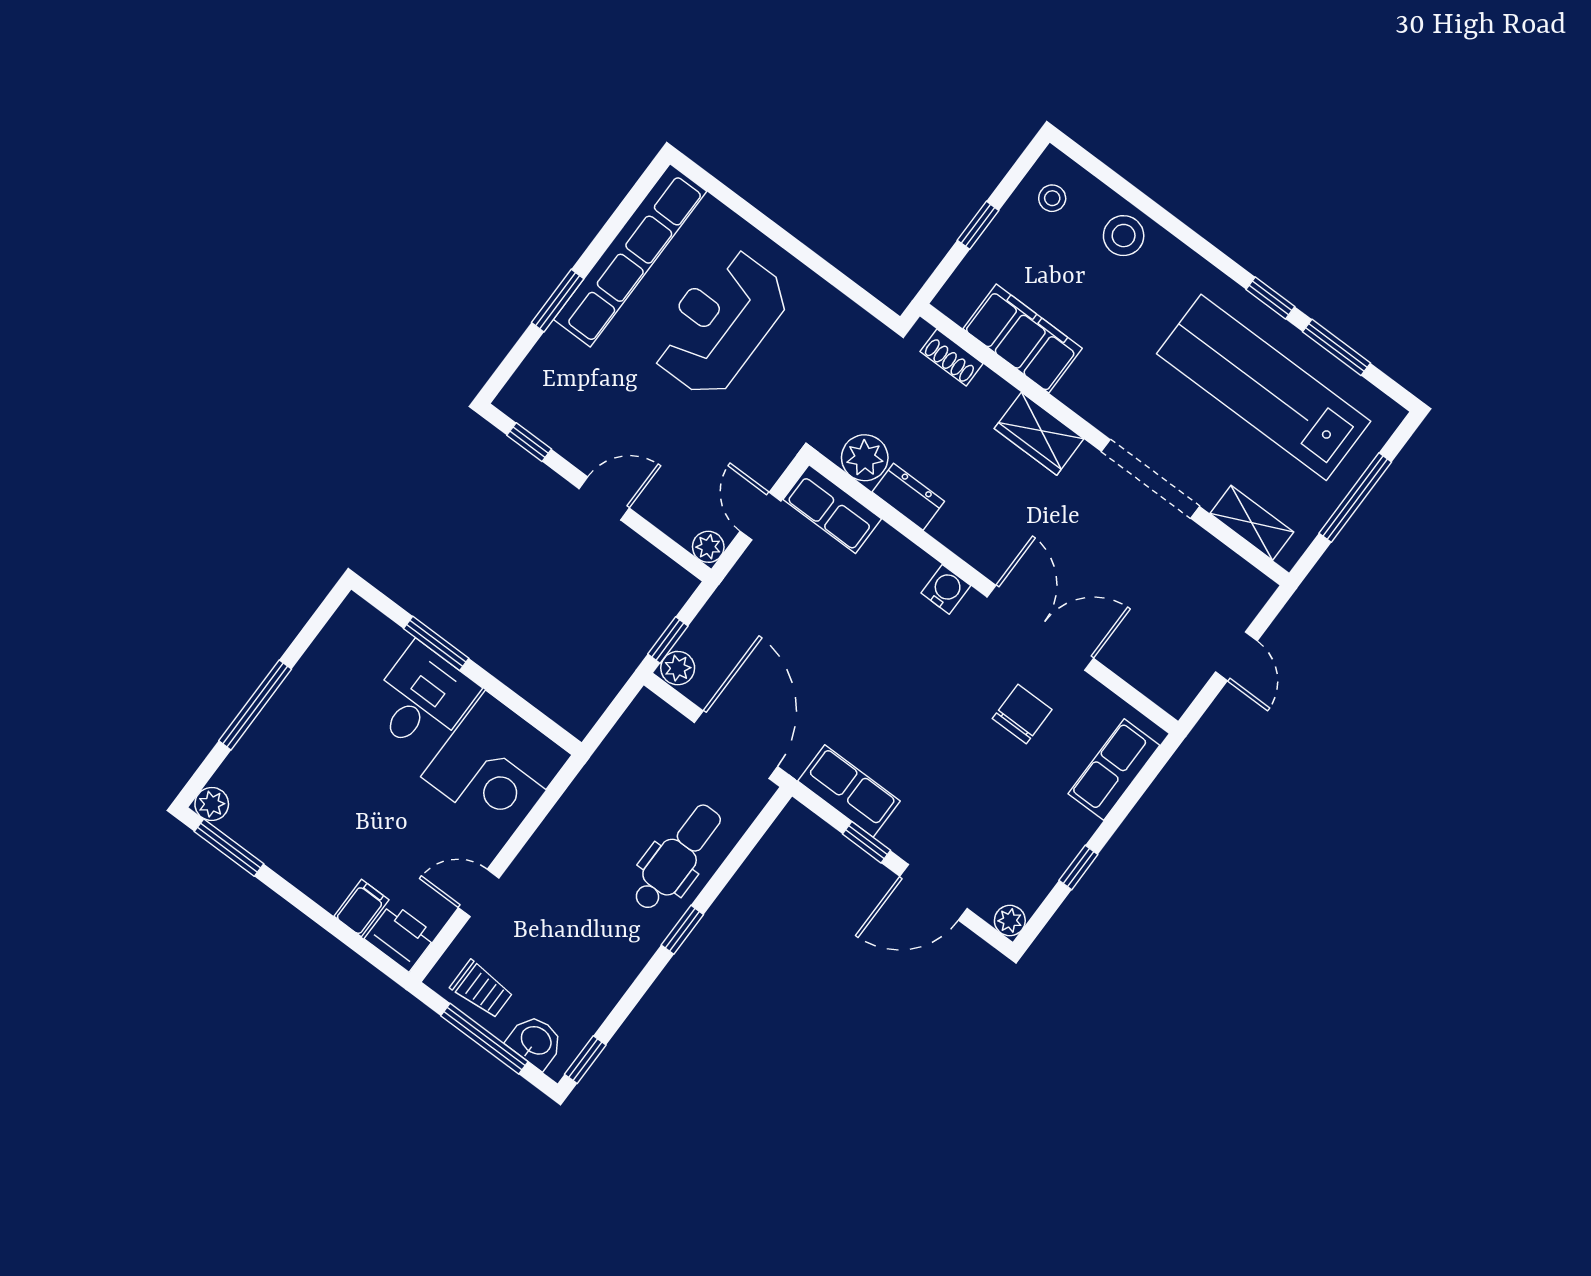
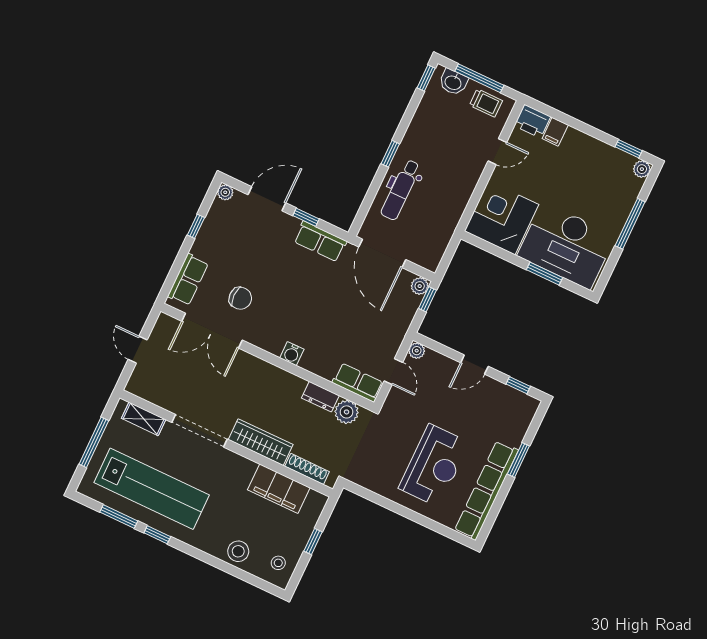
shoe rack: (952, 358) -> (307, 469), width x1.43
wardrobe: (1039, 434) -> (261, 442), width x1.50
double door: (1040, 628) -> (212, 331), moved
desk: (422, 699) -> (566, 246), width x1.87, depth x1.30
chair: (1022, 714) -> (240, 298), turned -90
window: (229, 848) -> (629, 149), width x0.67
trolley: (482, 989) -> (486, 103), turned 180

